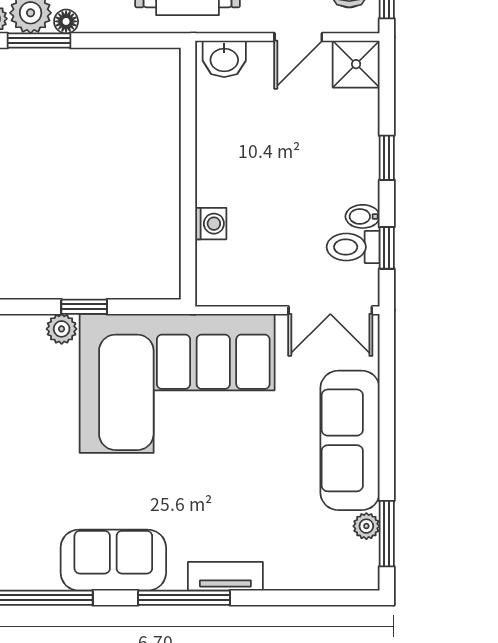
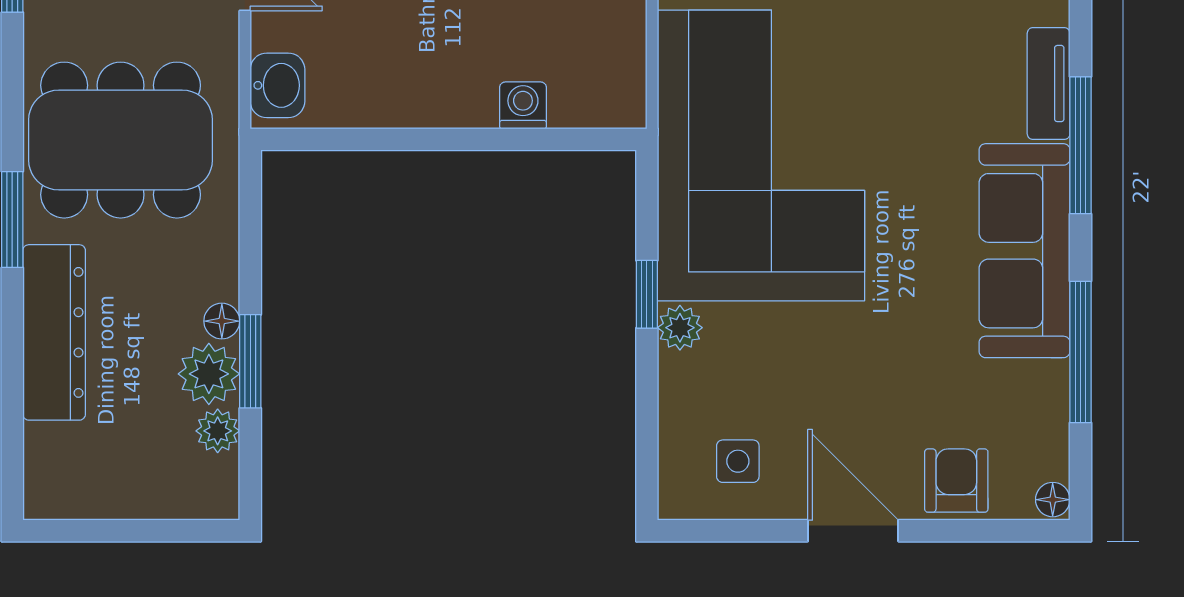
sofa: (113, 560) -> (1025, 251), width x1.36

